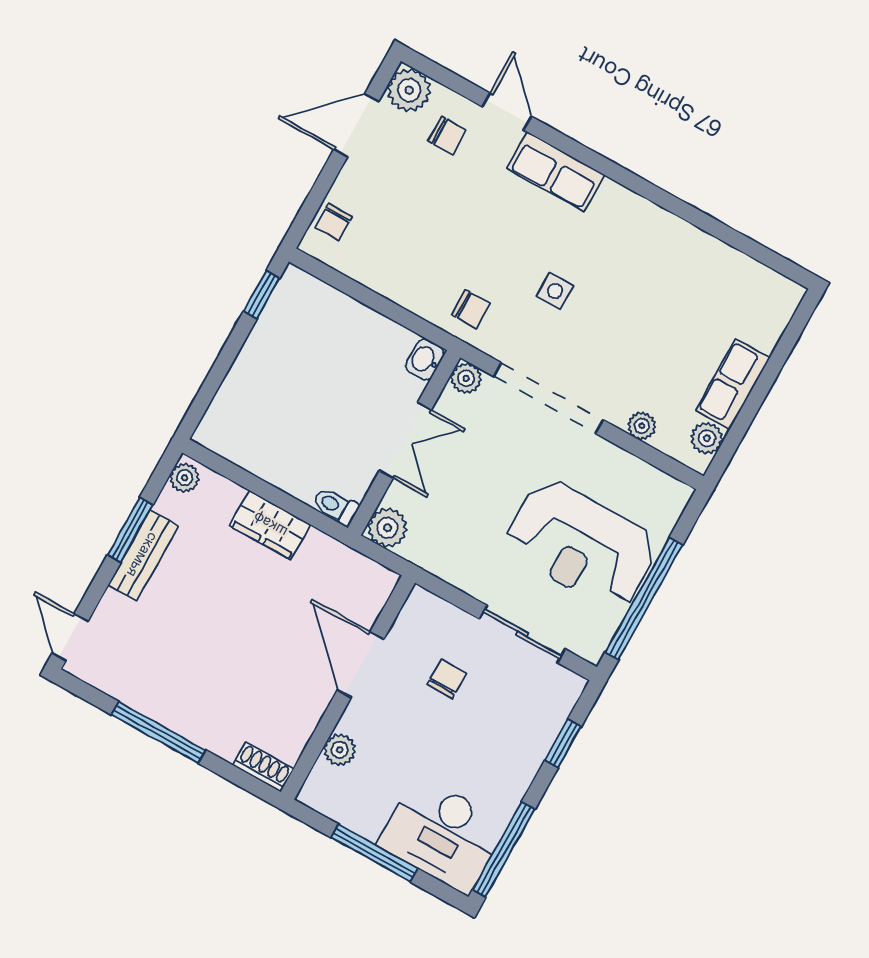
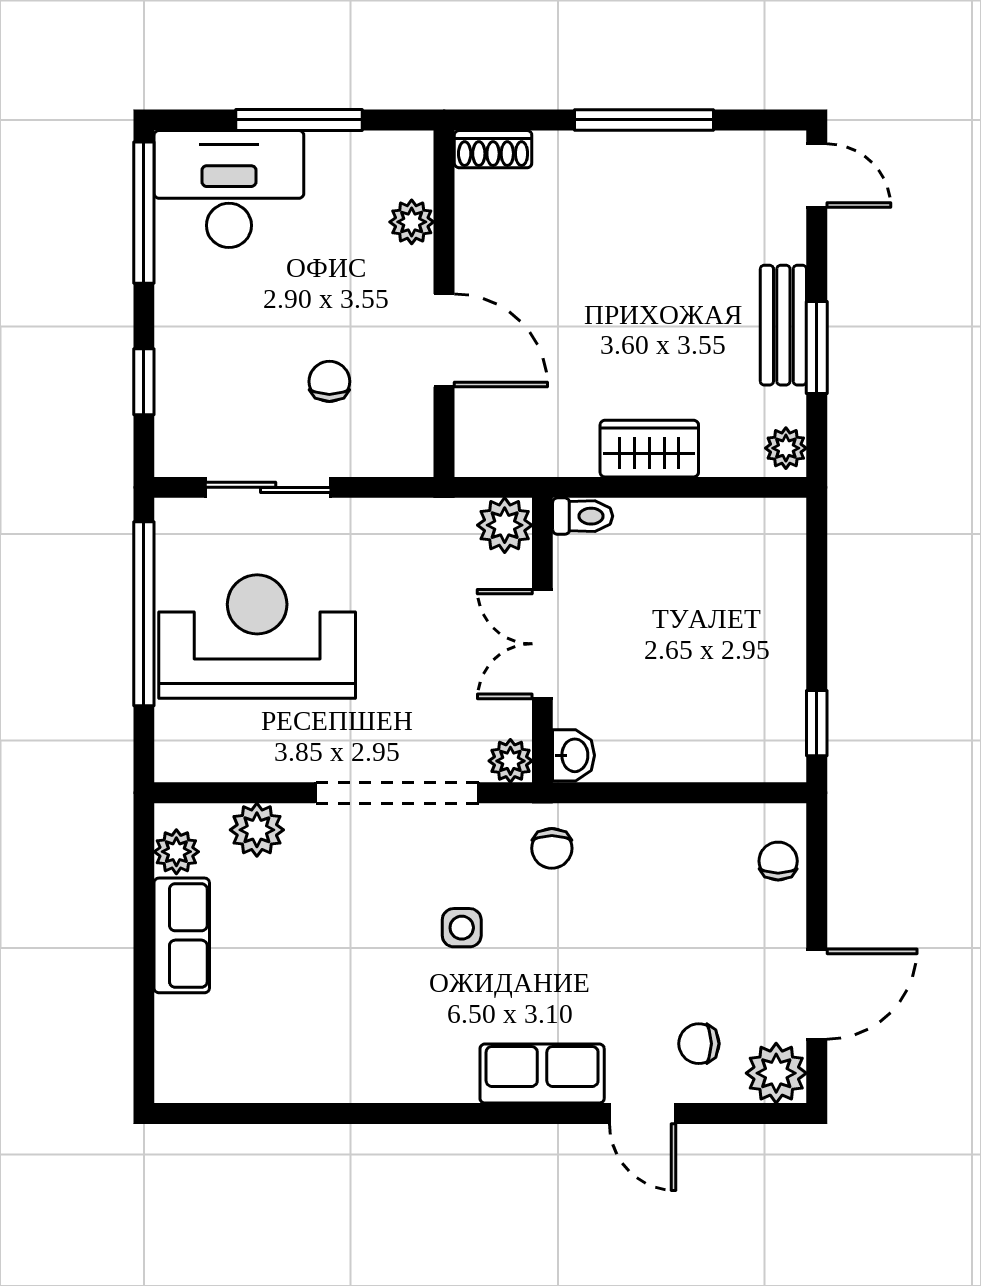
chair: (471, 309) -> (552, 848), turned -90
plant: (642, 426) -> (257, 830), width x1.38, depth x1.38
chair: (447, 679) -> (329, 381), turned 180

